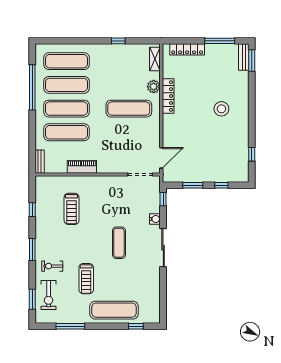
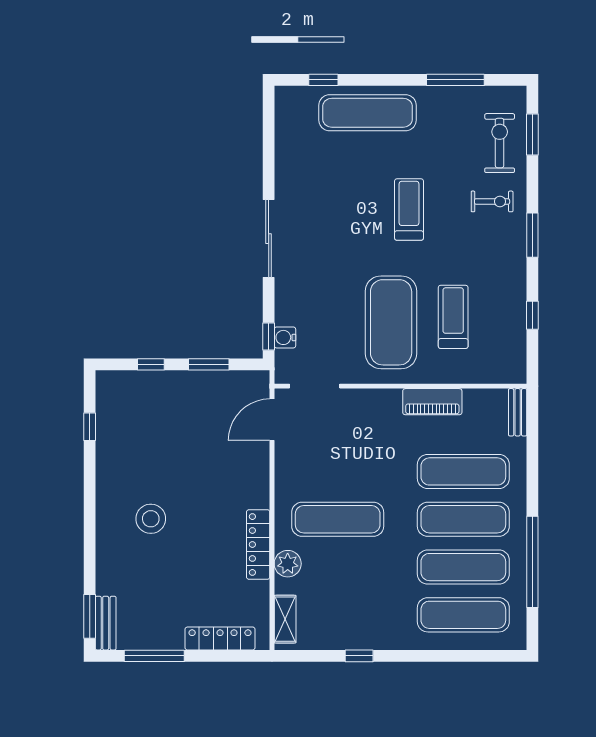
water cooler: (155, 219) -> (285, 337), moved
exercise mat: (119, 243) -> (391, 322), moved, width x2.00, depth x1.45
treadmill: (86, 279) -> (409, 210), moved

